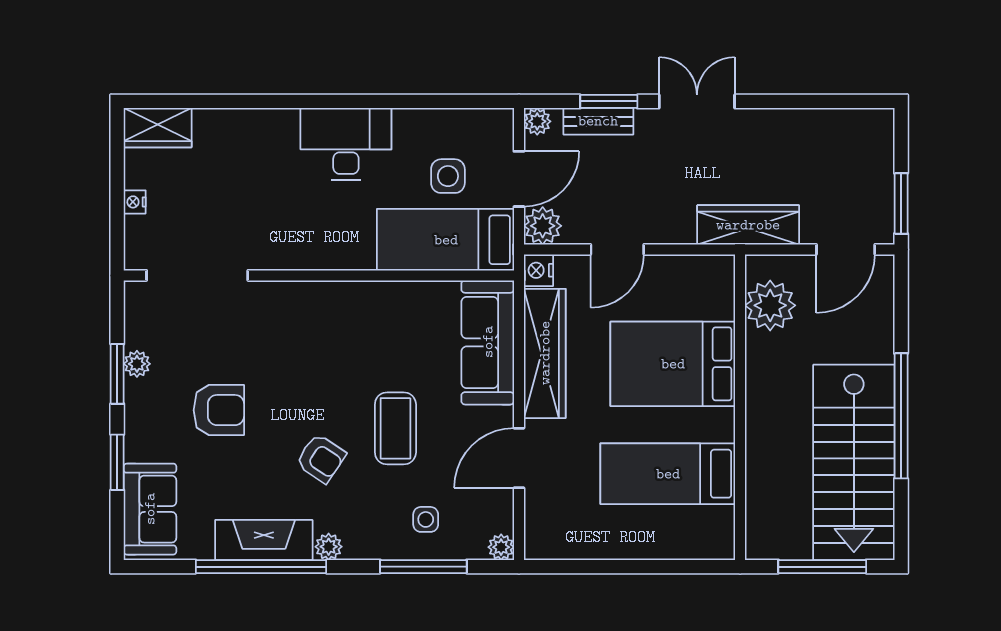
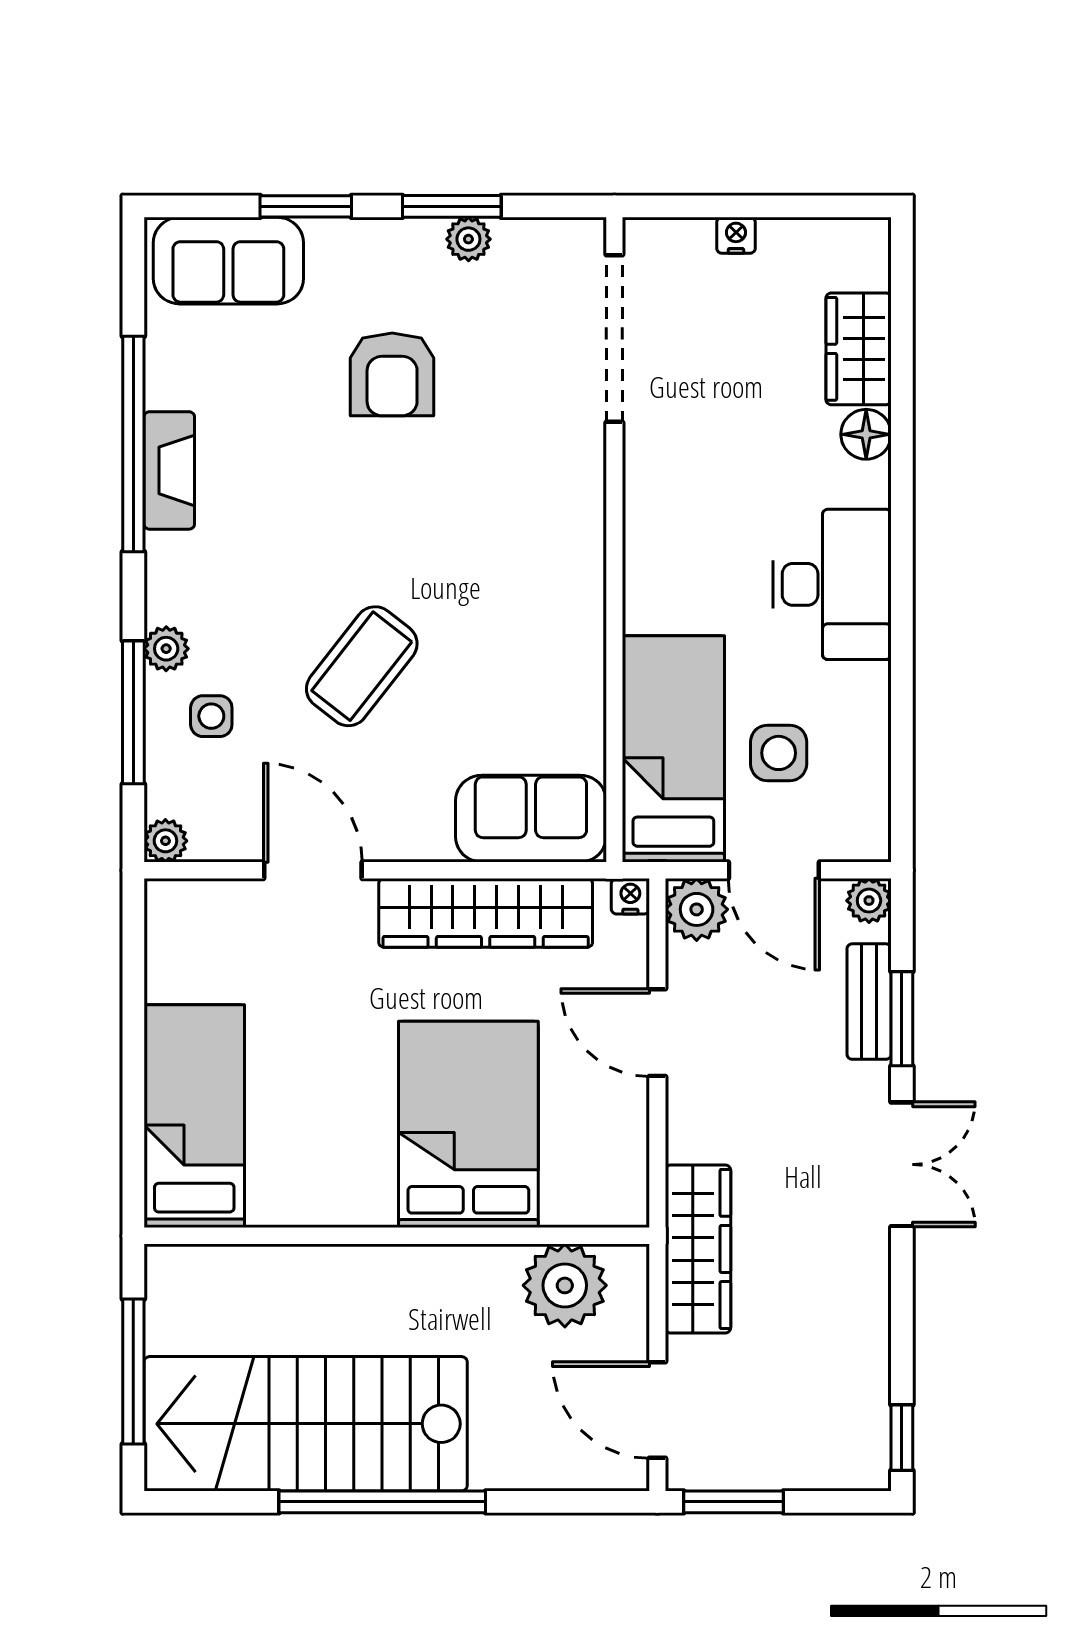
window: (862, 101) -> (902, 1438), added
floor lamp: (255, 123) -> (866, 434), added
wardrobe: (158, 128) -> (859, 349), moved
nightstand: (538, 270) -> (630, 896), width x0.72, depth x0.74
sofa: (488, 342) -> (531, 819), width x0.73
coffee table: (395, 428) -> (362, 666), turned -52
armchair: (321, 458) -> (312, 543), removed
bed: (668, 474) -> (194, 1116), moved
fireplace: (264, 540) -> (169, 470), width x0.73, depth x0.76
plant: (329, 547) -> (166, 649), moved

